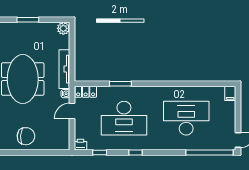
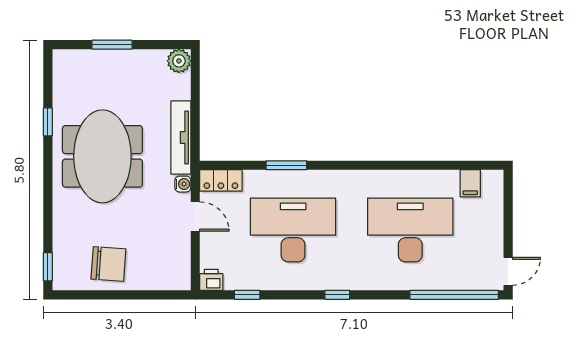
filing cabinet: (230, 93) -> (470, 183), moved
door: (72, 111) -> (195, 217), swing flipped
desk: (124, 118) -> (293, 230), turned 180
window: (136, 153) -> (337, 295), moved

